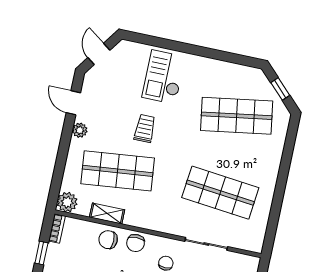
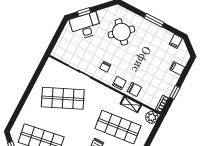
shop shelf: (220, 193) -> (63, 98), turned -30

